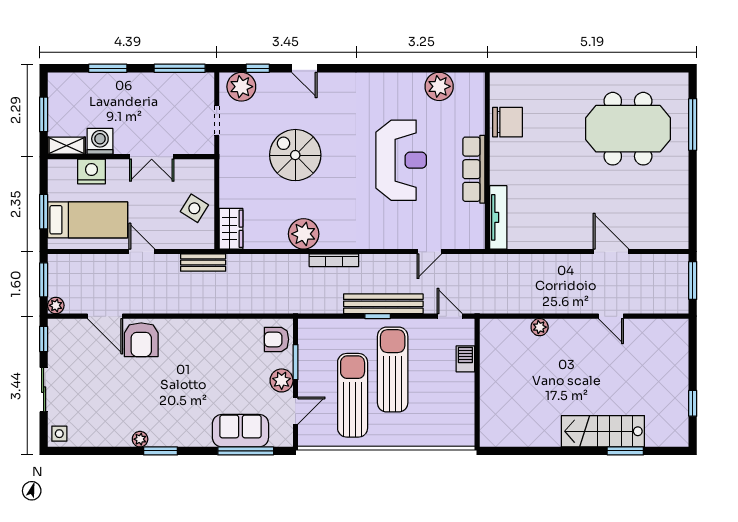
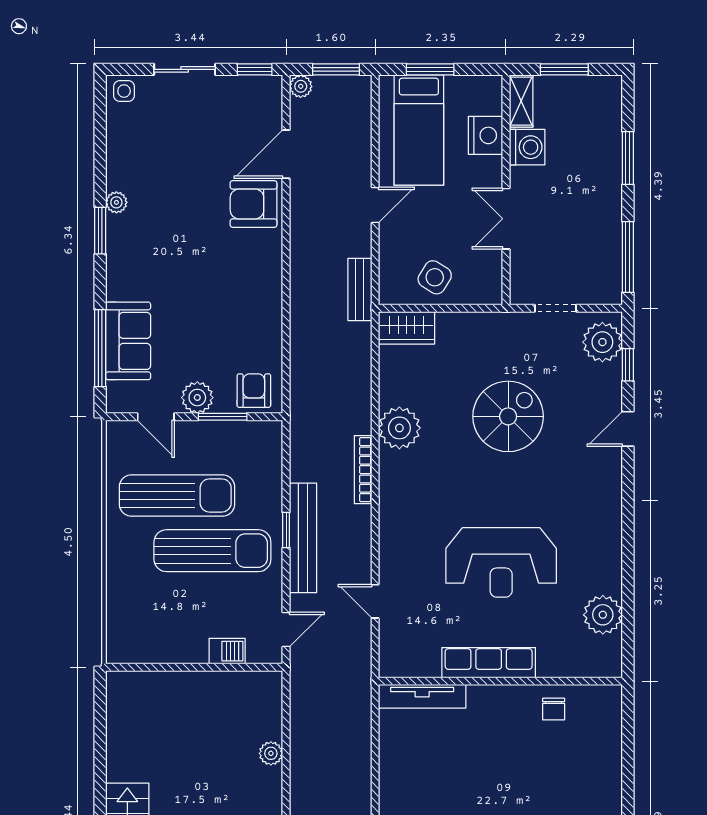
chair: (507, 122) -> (554, 709), width x0.54, depth x0.54

